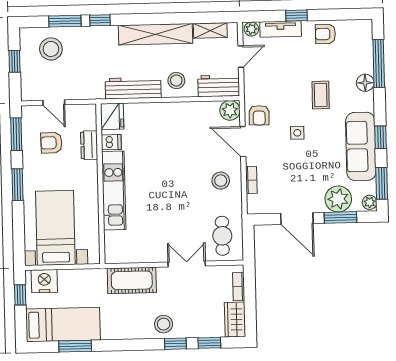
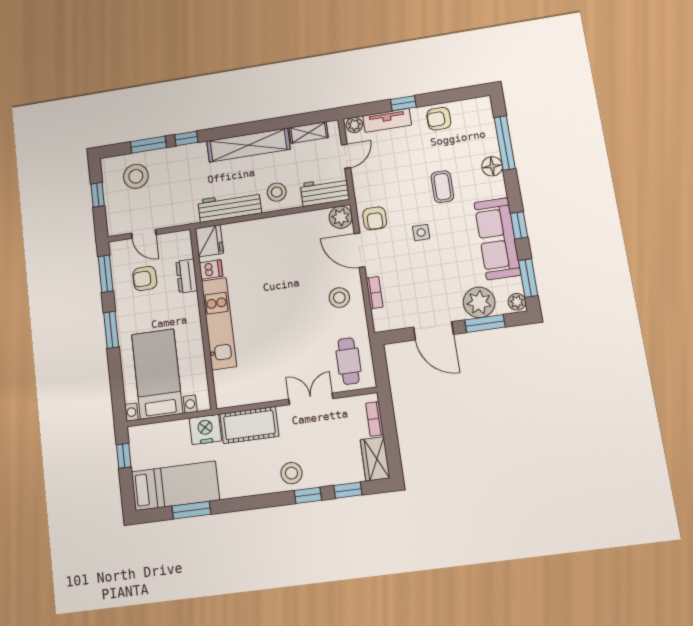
nightstand: (44, 281) -> (205, 429), moved

